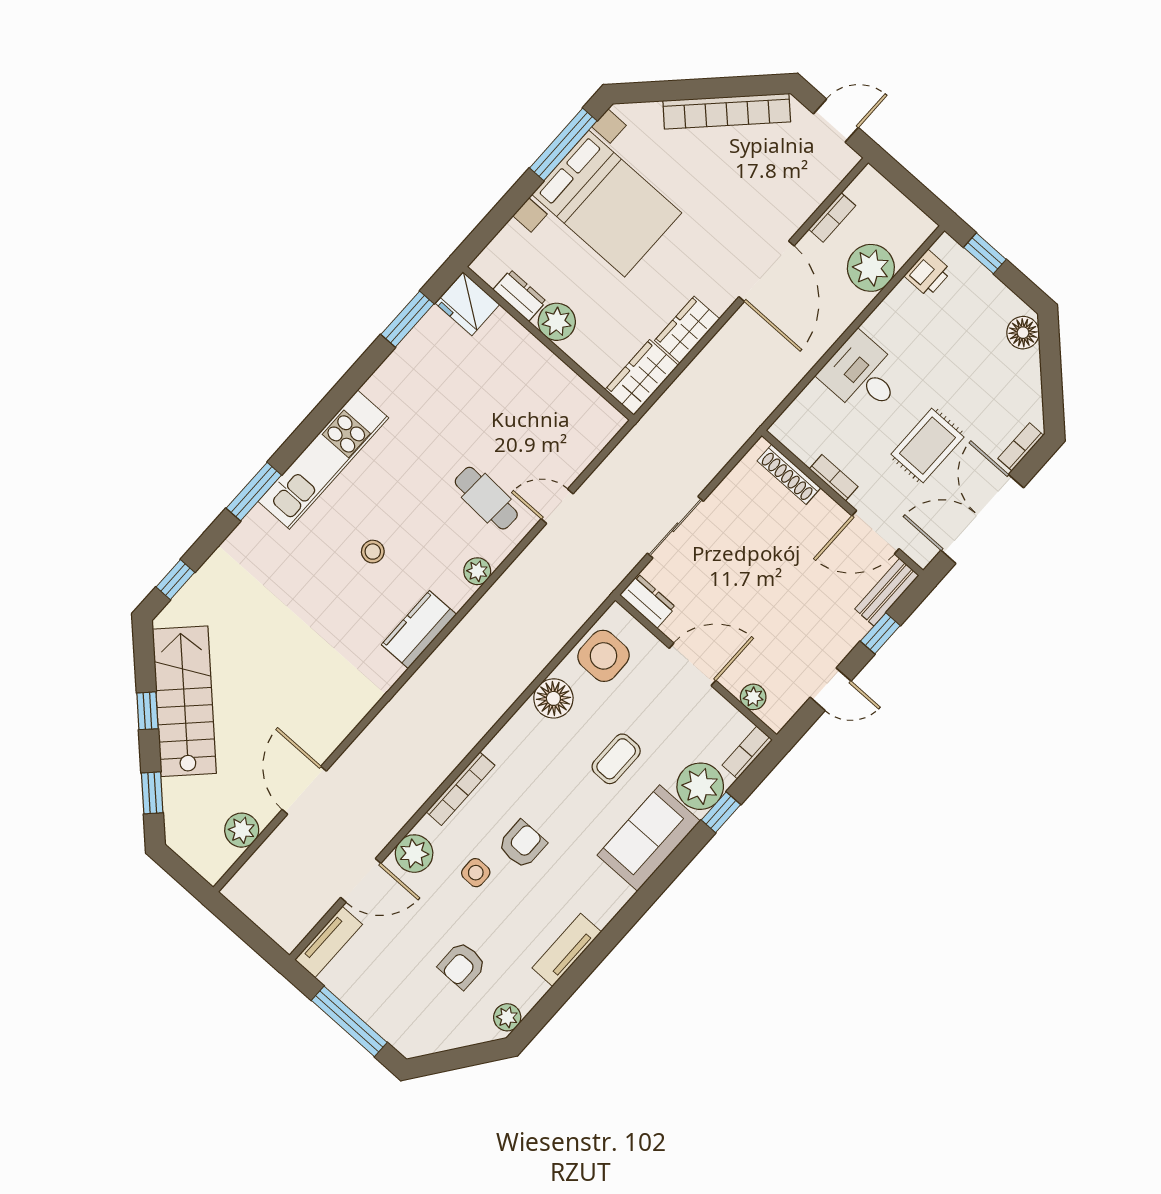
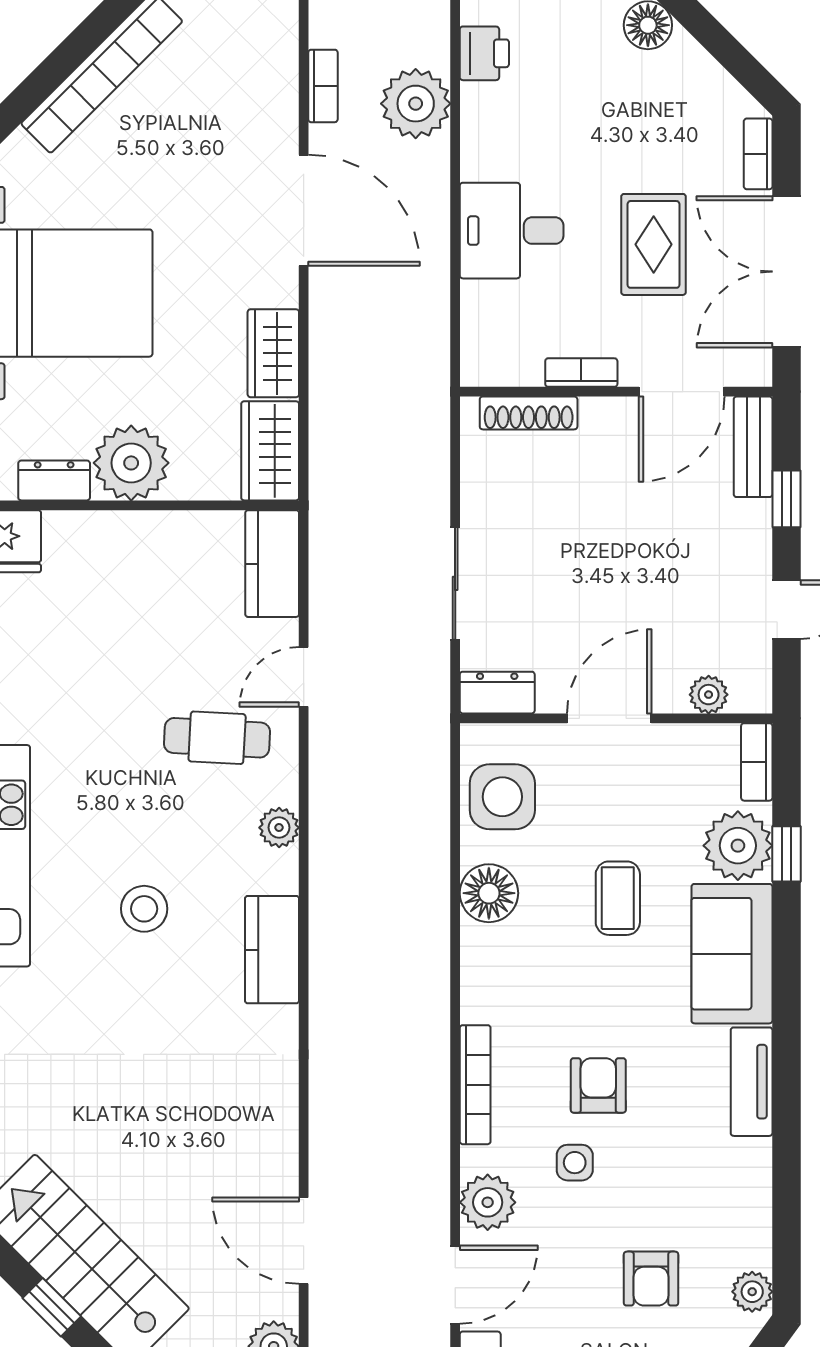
plant: (557, 322) -> (131, 463), width x1.36, depth x1.36
kitchen counter: (592, 435) -> (272, 564), added
stool: (373, 552) -> (144, 909), width x1.37, depth x1.37
tv unit: (567, 950) -> (752, 1082), moved

